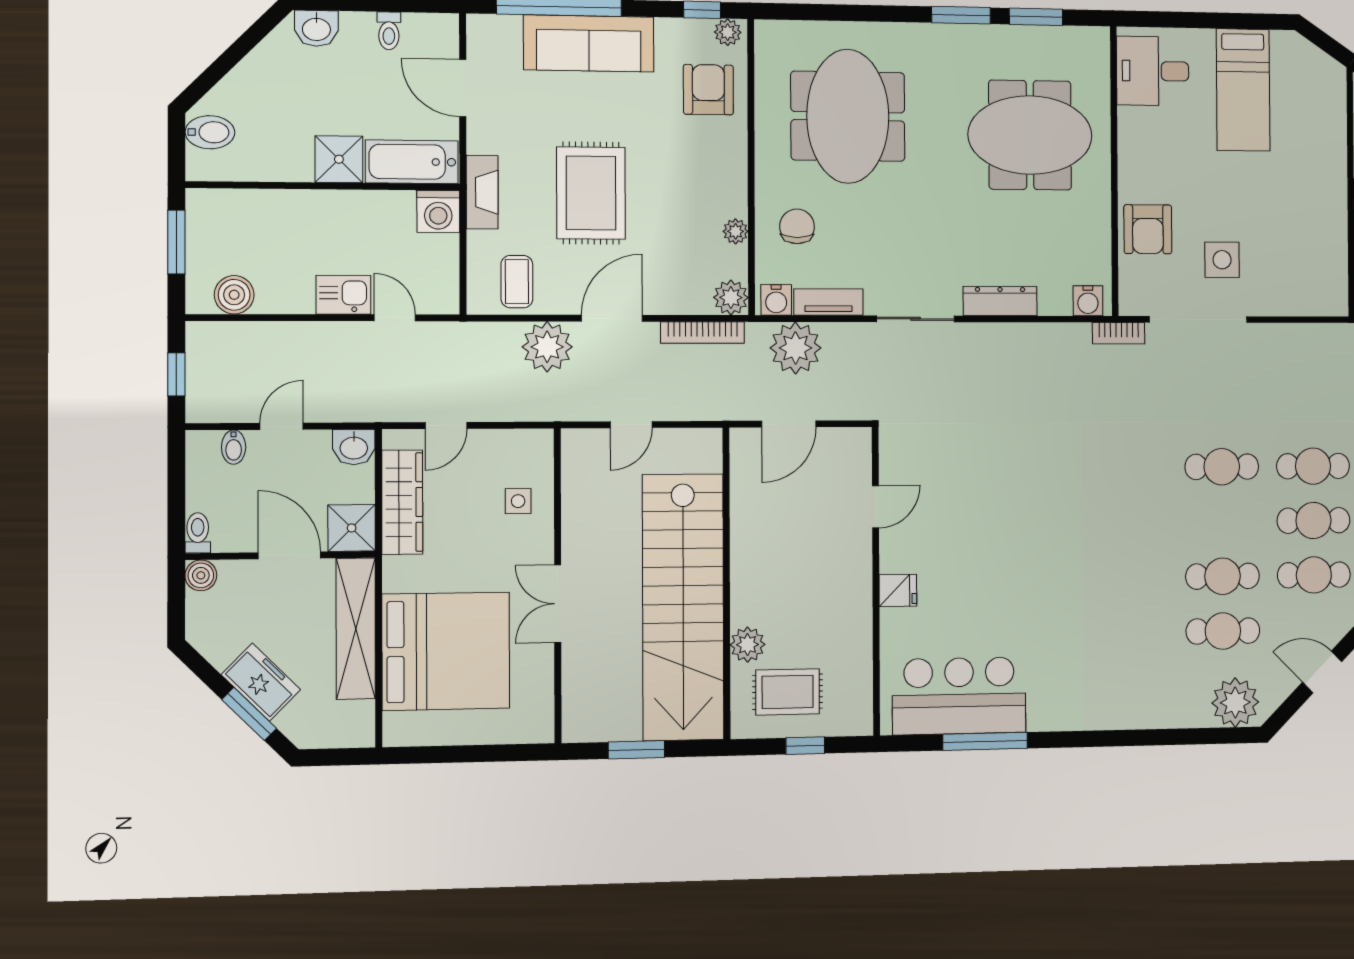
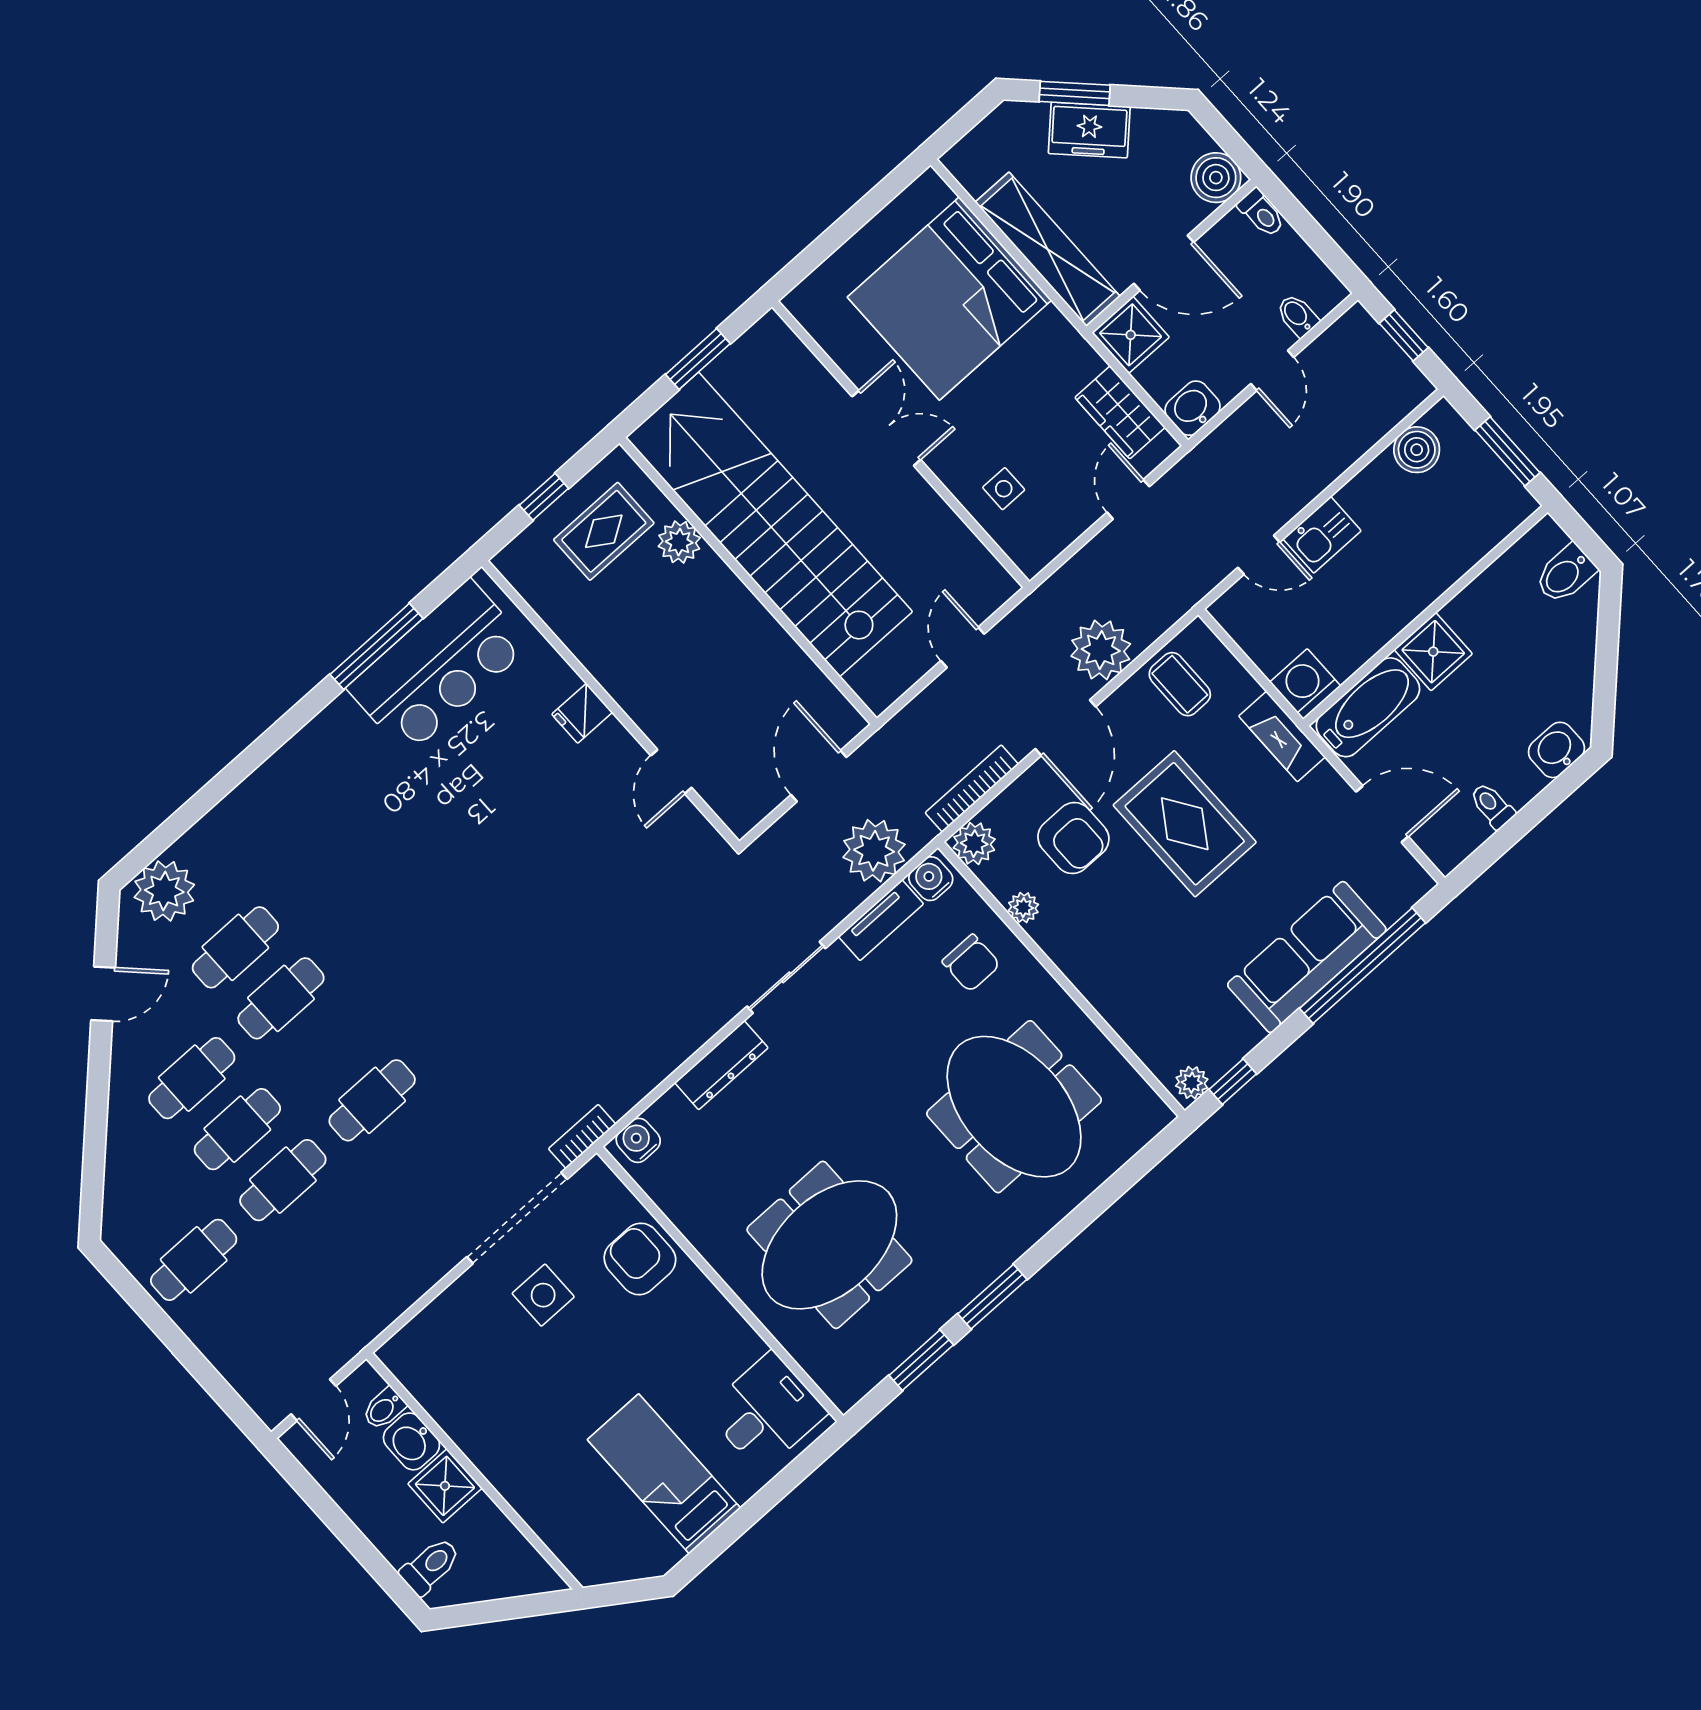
armchair: (708, 90) -> (1073, 838), moved
wardrobe: (402, 502) -> (1120, 412), width x0.67
boiler: (201, 575) -> (1216, 178), width x1.36, depth x1.36

